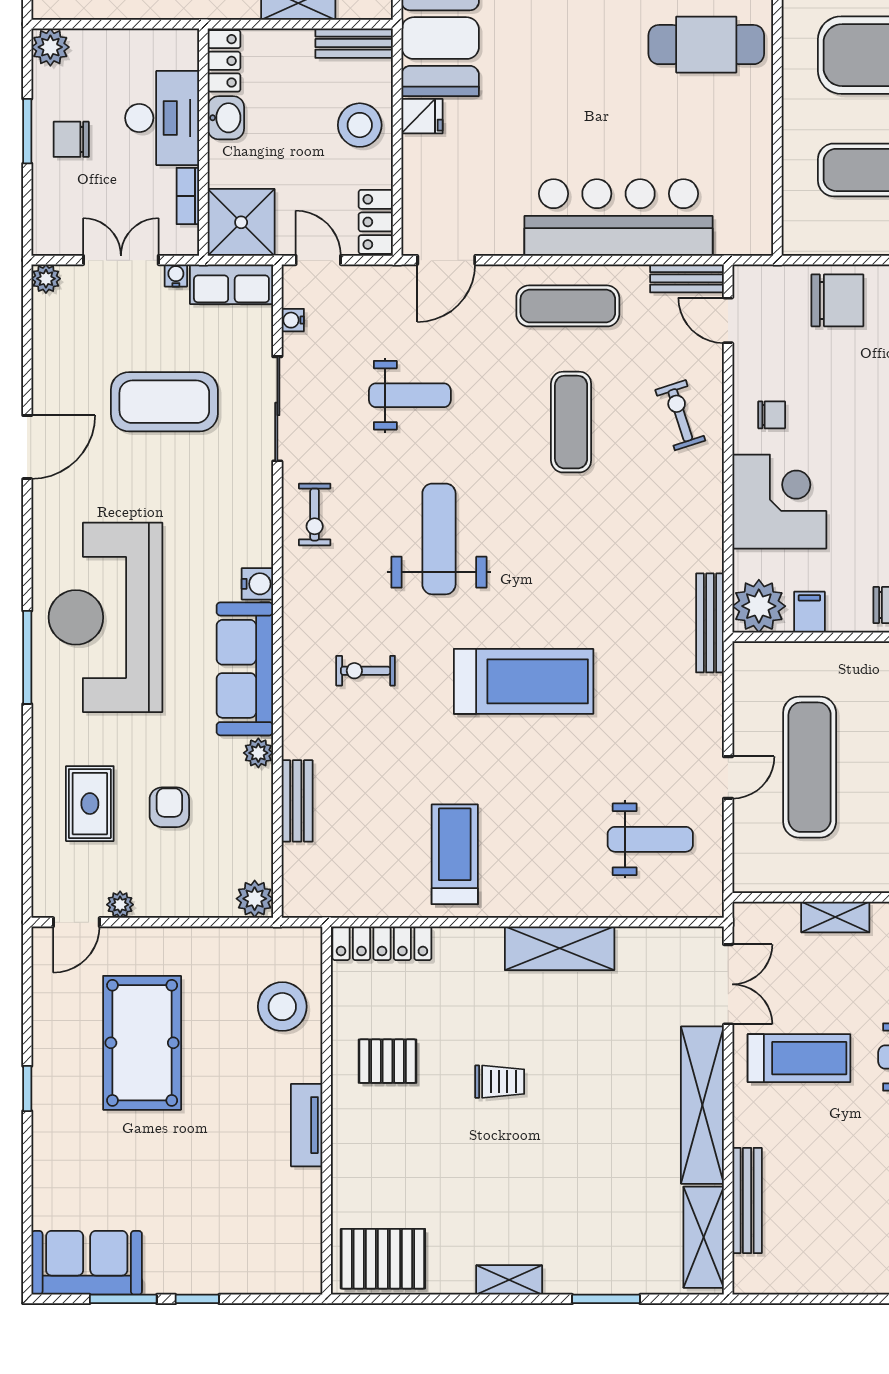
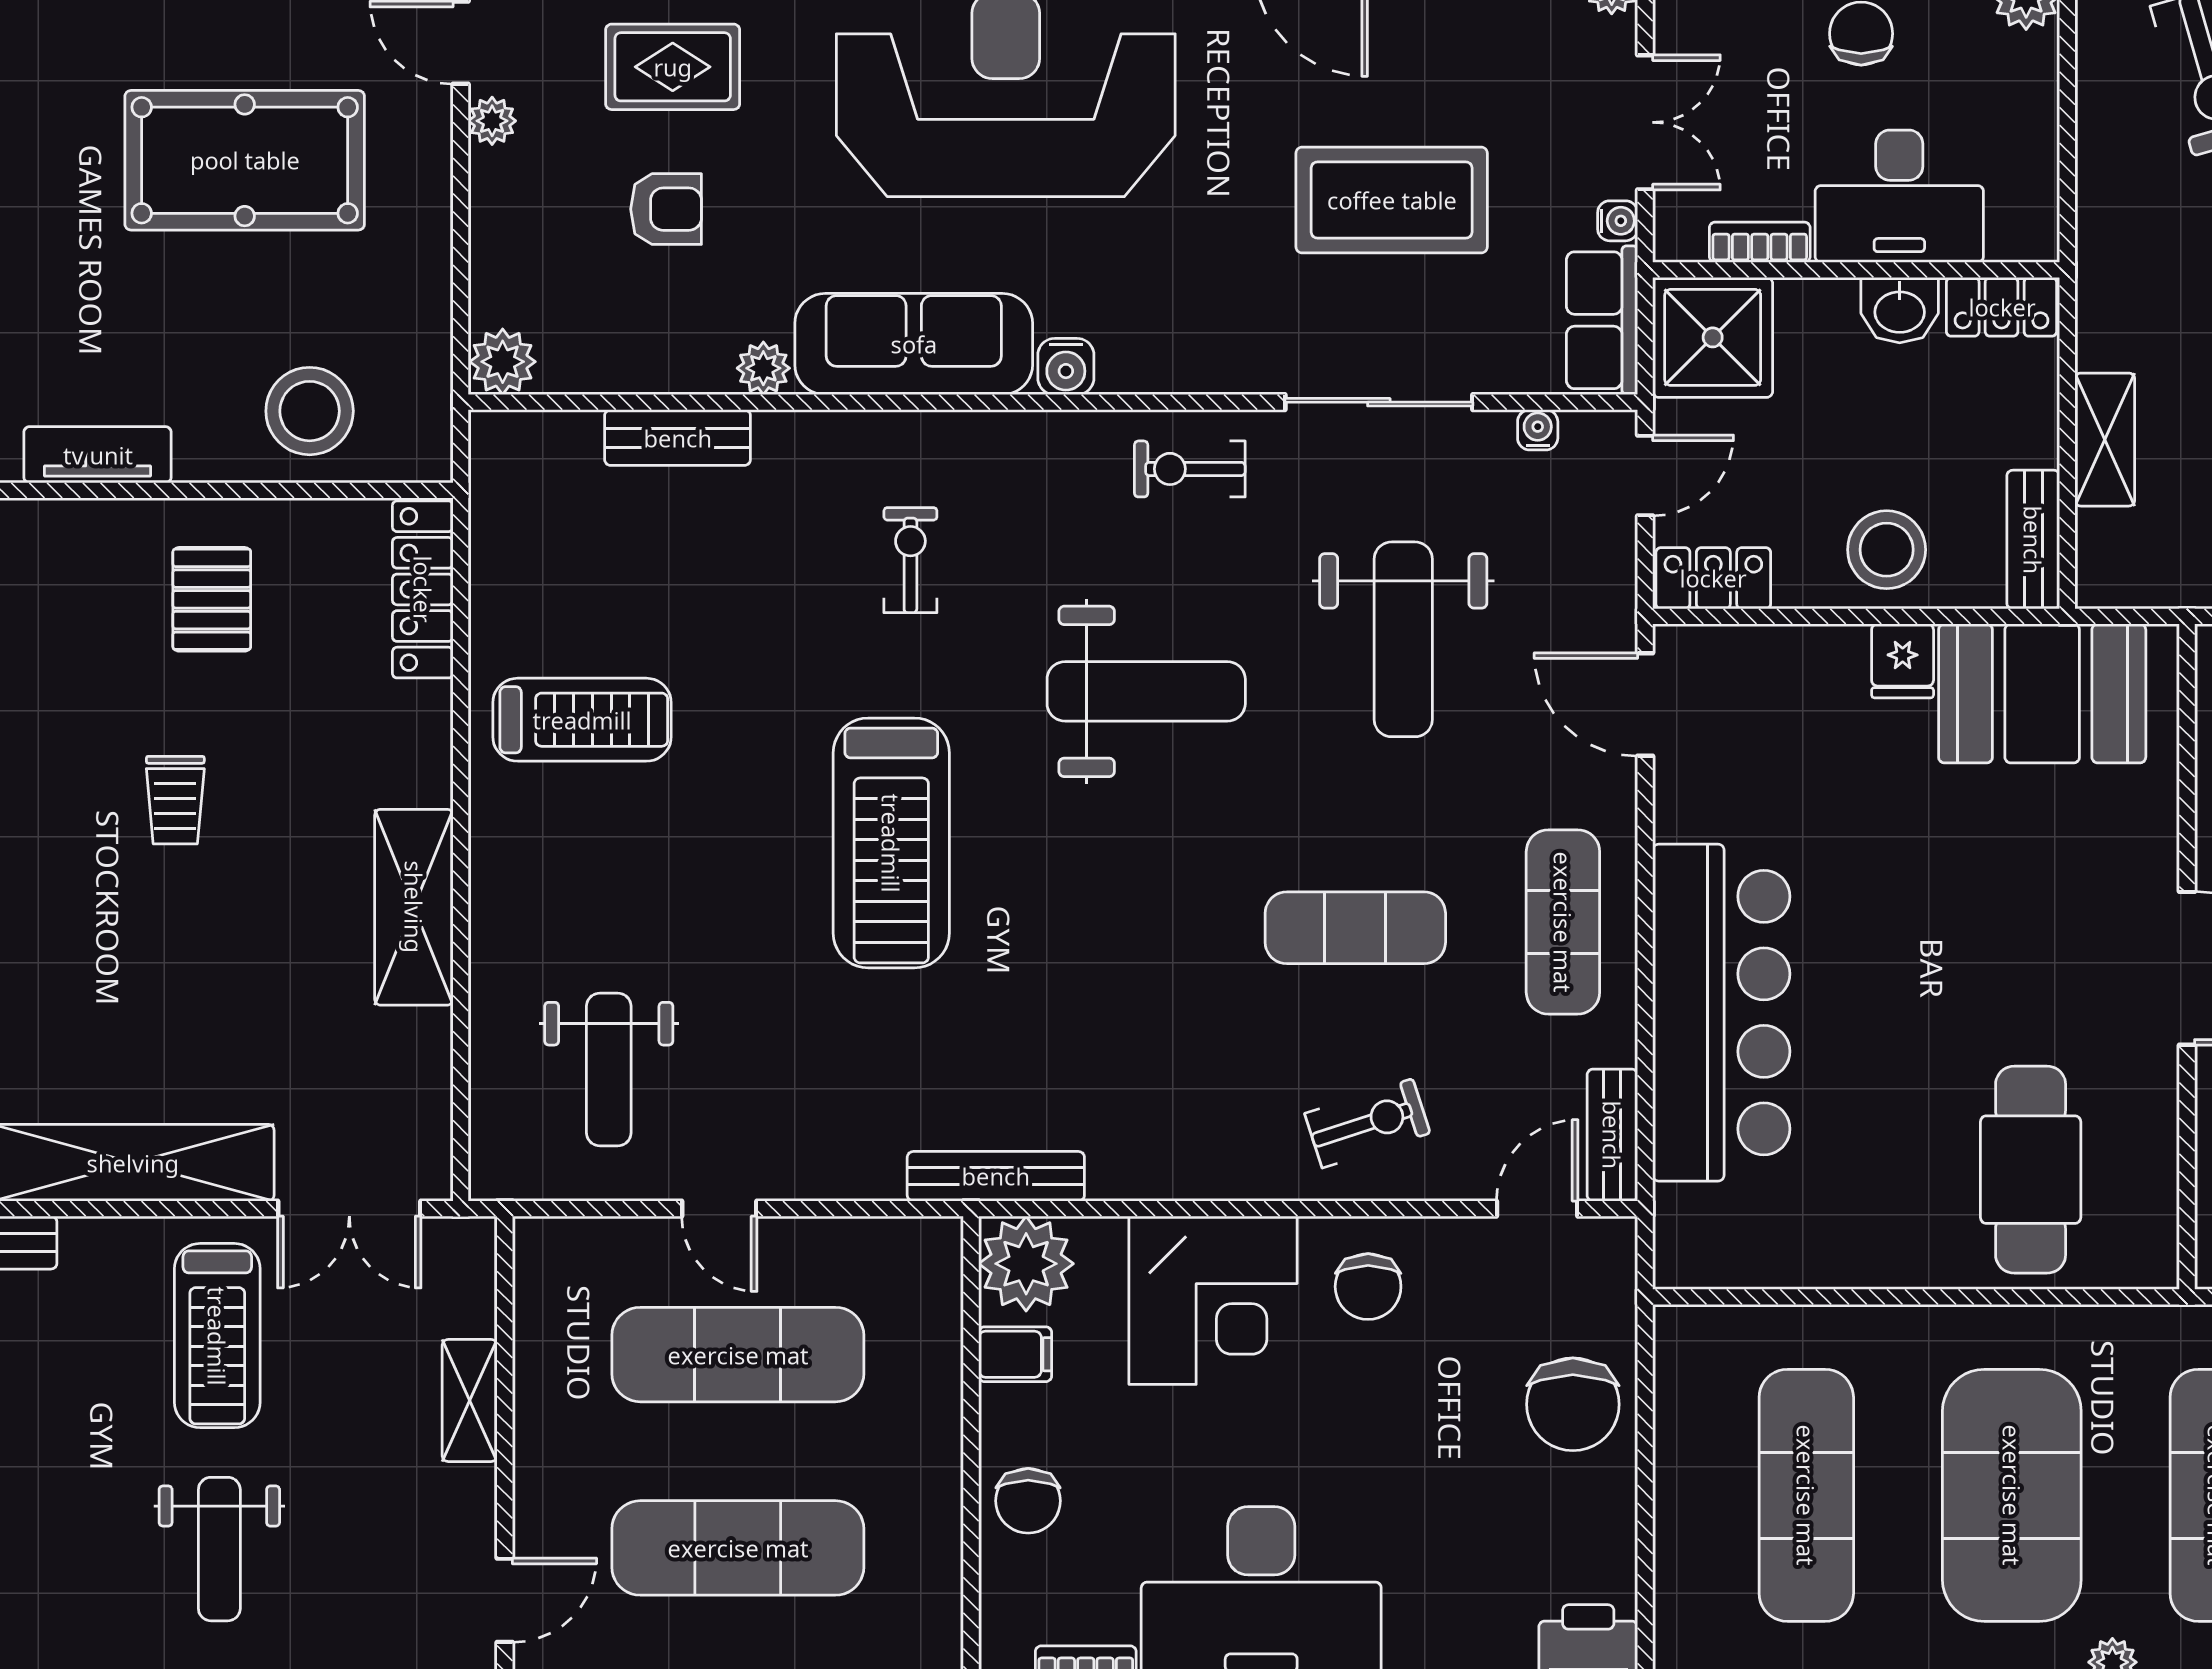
weight bench: (410, 395) -> (1403, 639), width x1.36, depth x1.33
coffee table: (164, 402) -> (1392, 200), turned 90
chair: (772, 415) -> (1368, 1287), width x1.37, depth x1.37

